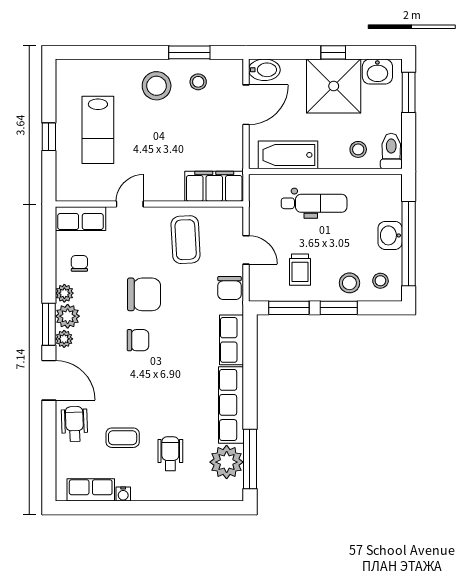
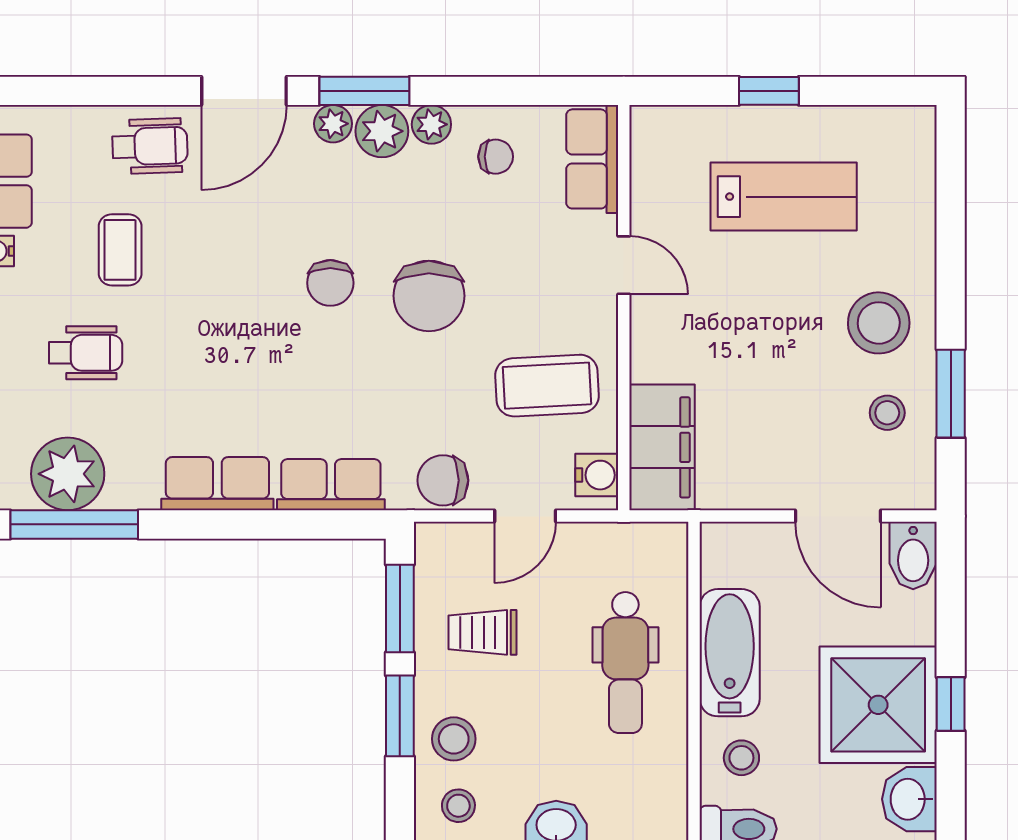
lab bench: (98, 130) -> (784, 197), turned 180
bathtub: (288, 155) -> (730, 653), moved
water cooler: (227, 217) -> (597, 475), added
row of seats: (231, 405) -> (217, 484), width x0.68

